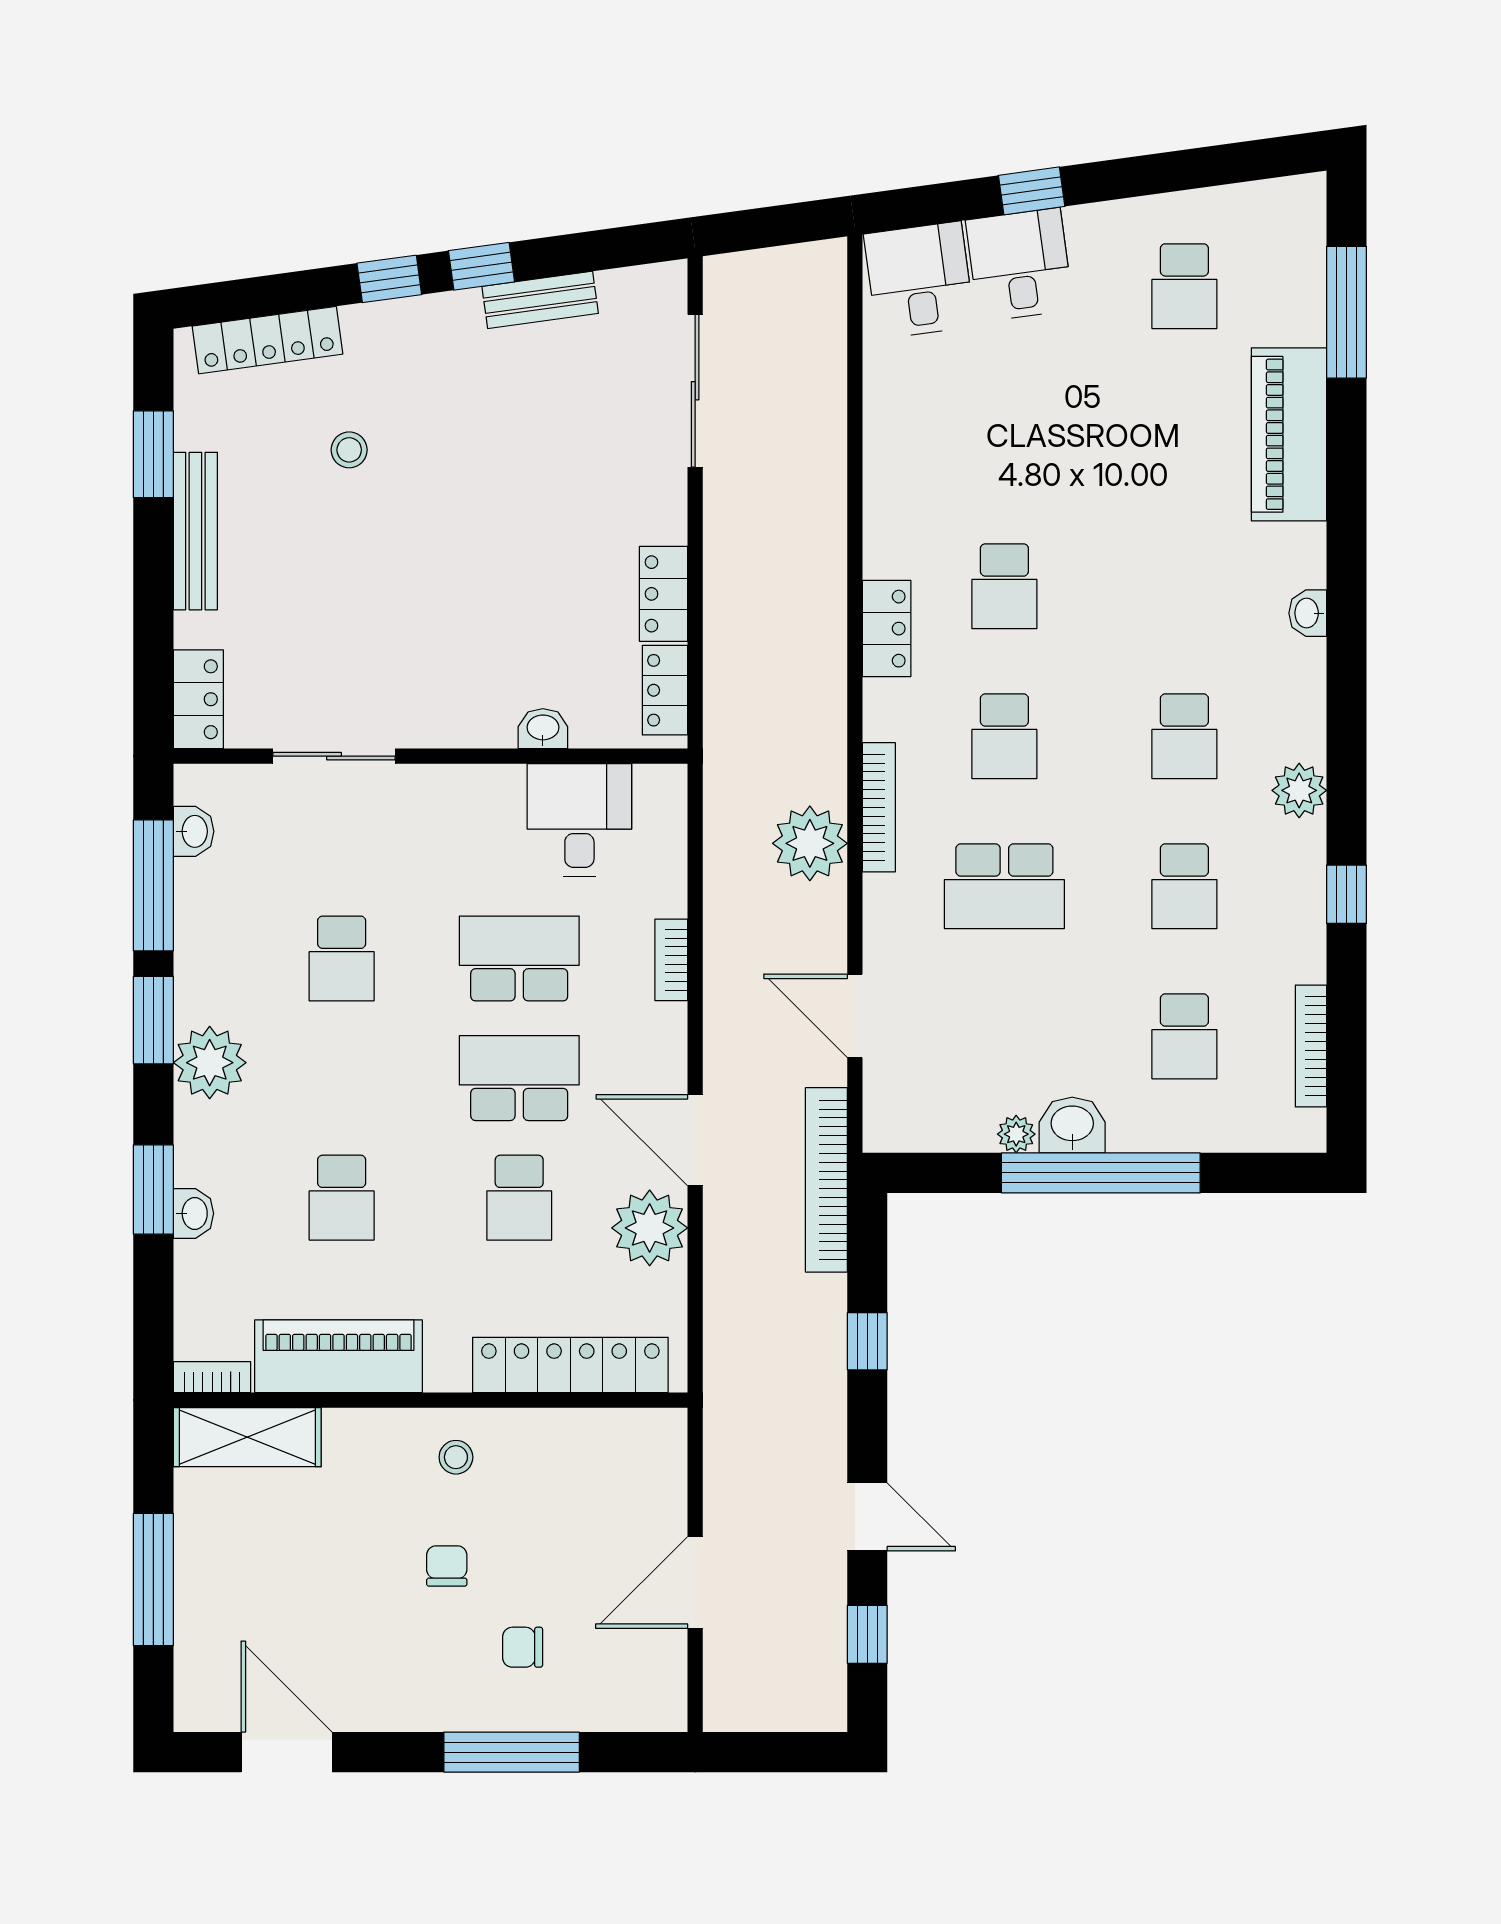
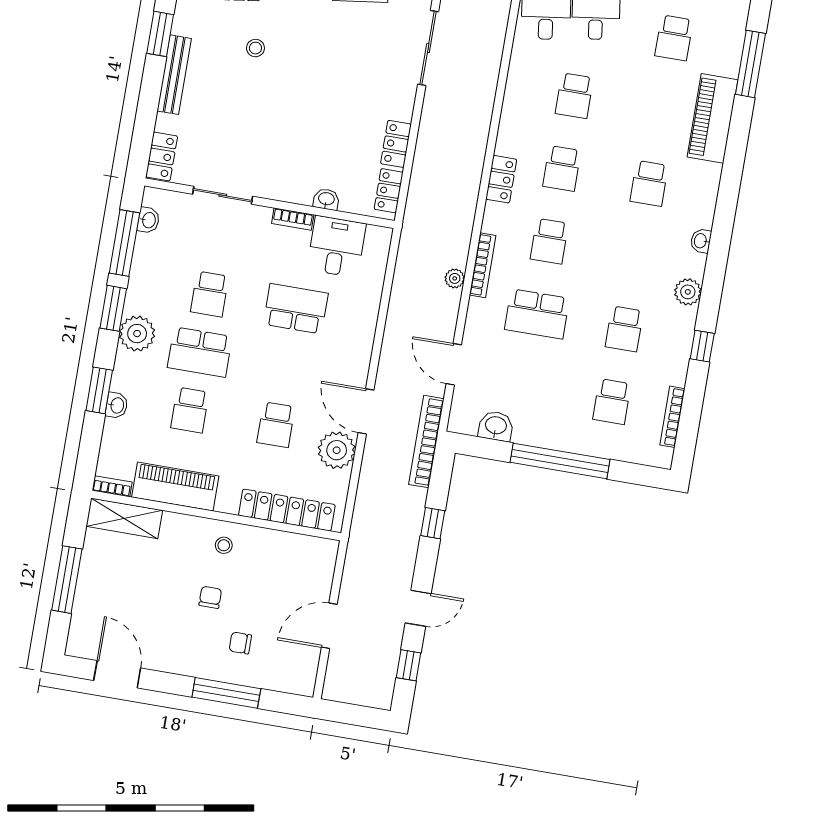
school desk: (1004, 436) -> (574, 96), added
washbasin: (1308, 613) -> (701, 241), moved
school desk: (1184, 736) -> (649, 183), moved
plant: (810, 843) -> (455, 278), width x0.53, depth x0.53
bookcase: (671, 960) -> (293, 219), moved, turned -90
school desk: (519, 1078) -> (200, 352), moved, turned 180
washbasin: (1072, 1125) -> (496, 426), moved
plant: (1016, 1134) -> (522, 435), removed
door: (867, 1517) -> (418, 608), hinge flipped

